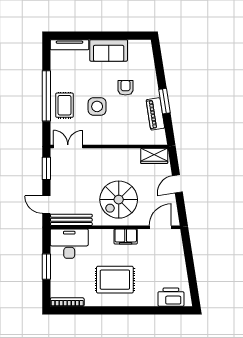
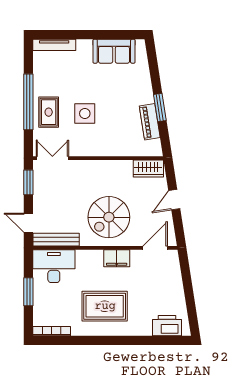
sofa: (109, 50) -> (114, 51), moved
armchair: (125, 88) -> (116, 93), removed

